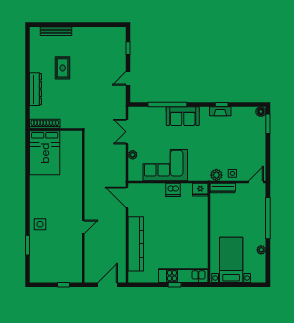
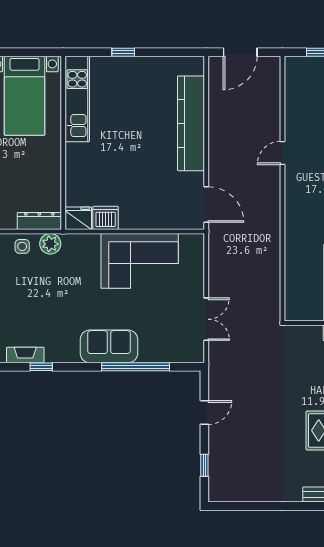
fireplace: (220, 111) -> (25, 355), moved
plant: (133, 155) -> (196, 279), removed
dishwasher: (173, 190) -> (106, 218), moved
kitchen unit: (183, 276) -> (77, 99), moved, turned -90

